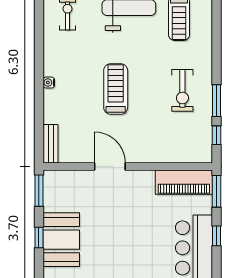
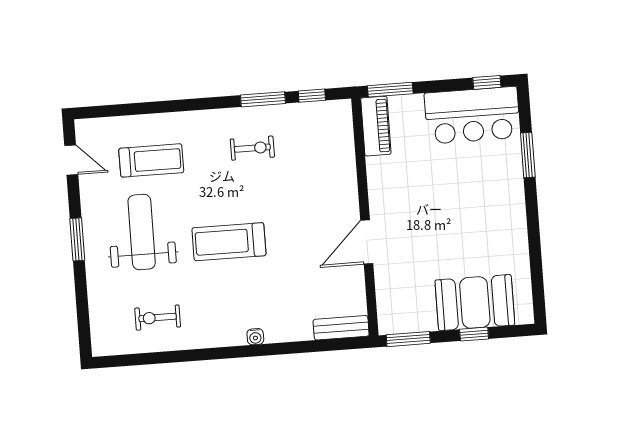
treadmill: (116, 89) -> (229, 242), moved
exercise bike: (182, 90) -> (252, 148), width x0.73, depth x0.72
piano: (184, 182) -> (376, 126), width x0.73, depth x0.75
window: (216, 236) -> (487, 82), moved

